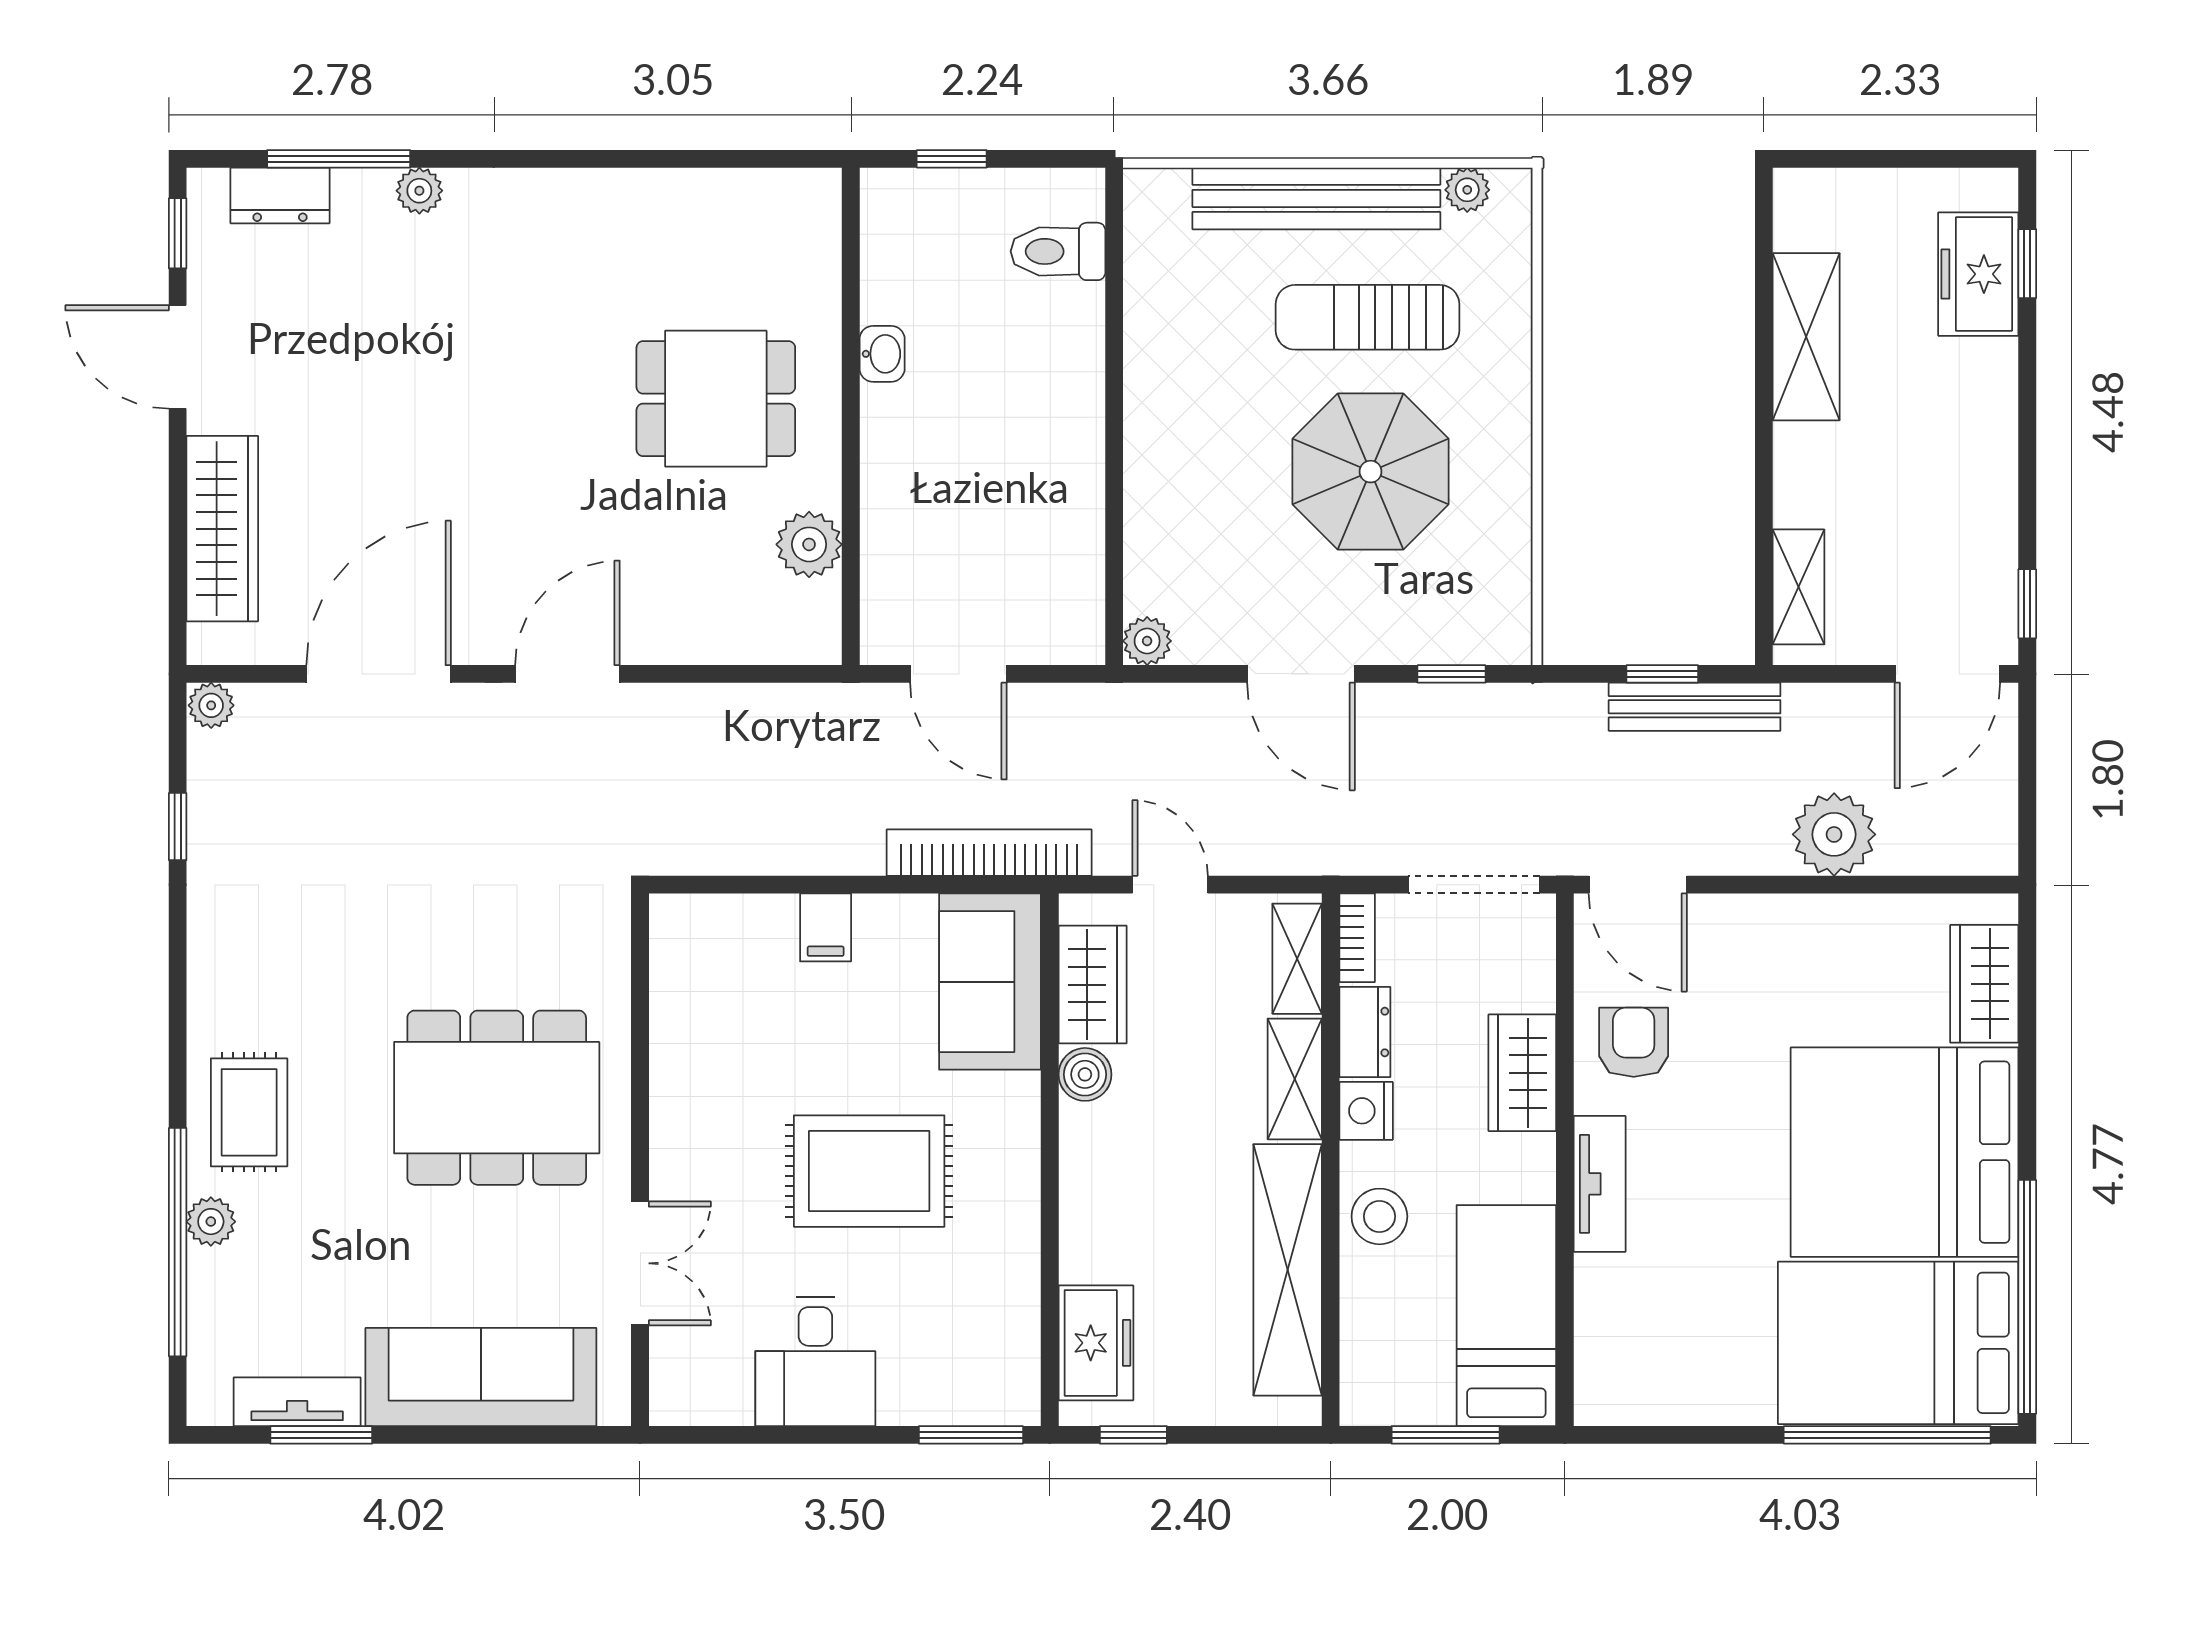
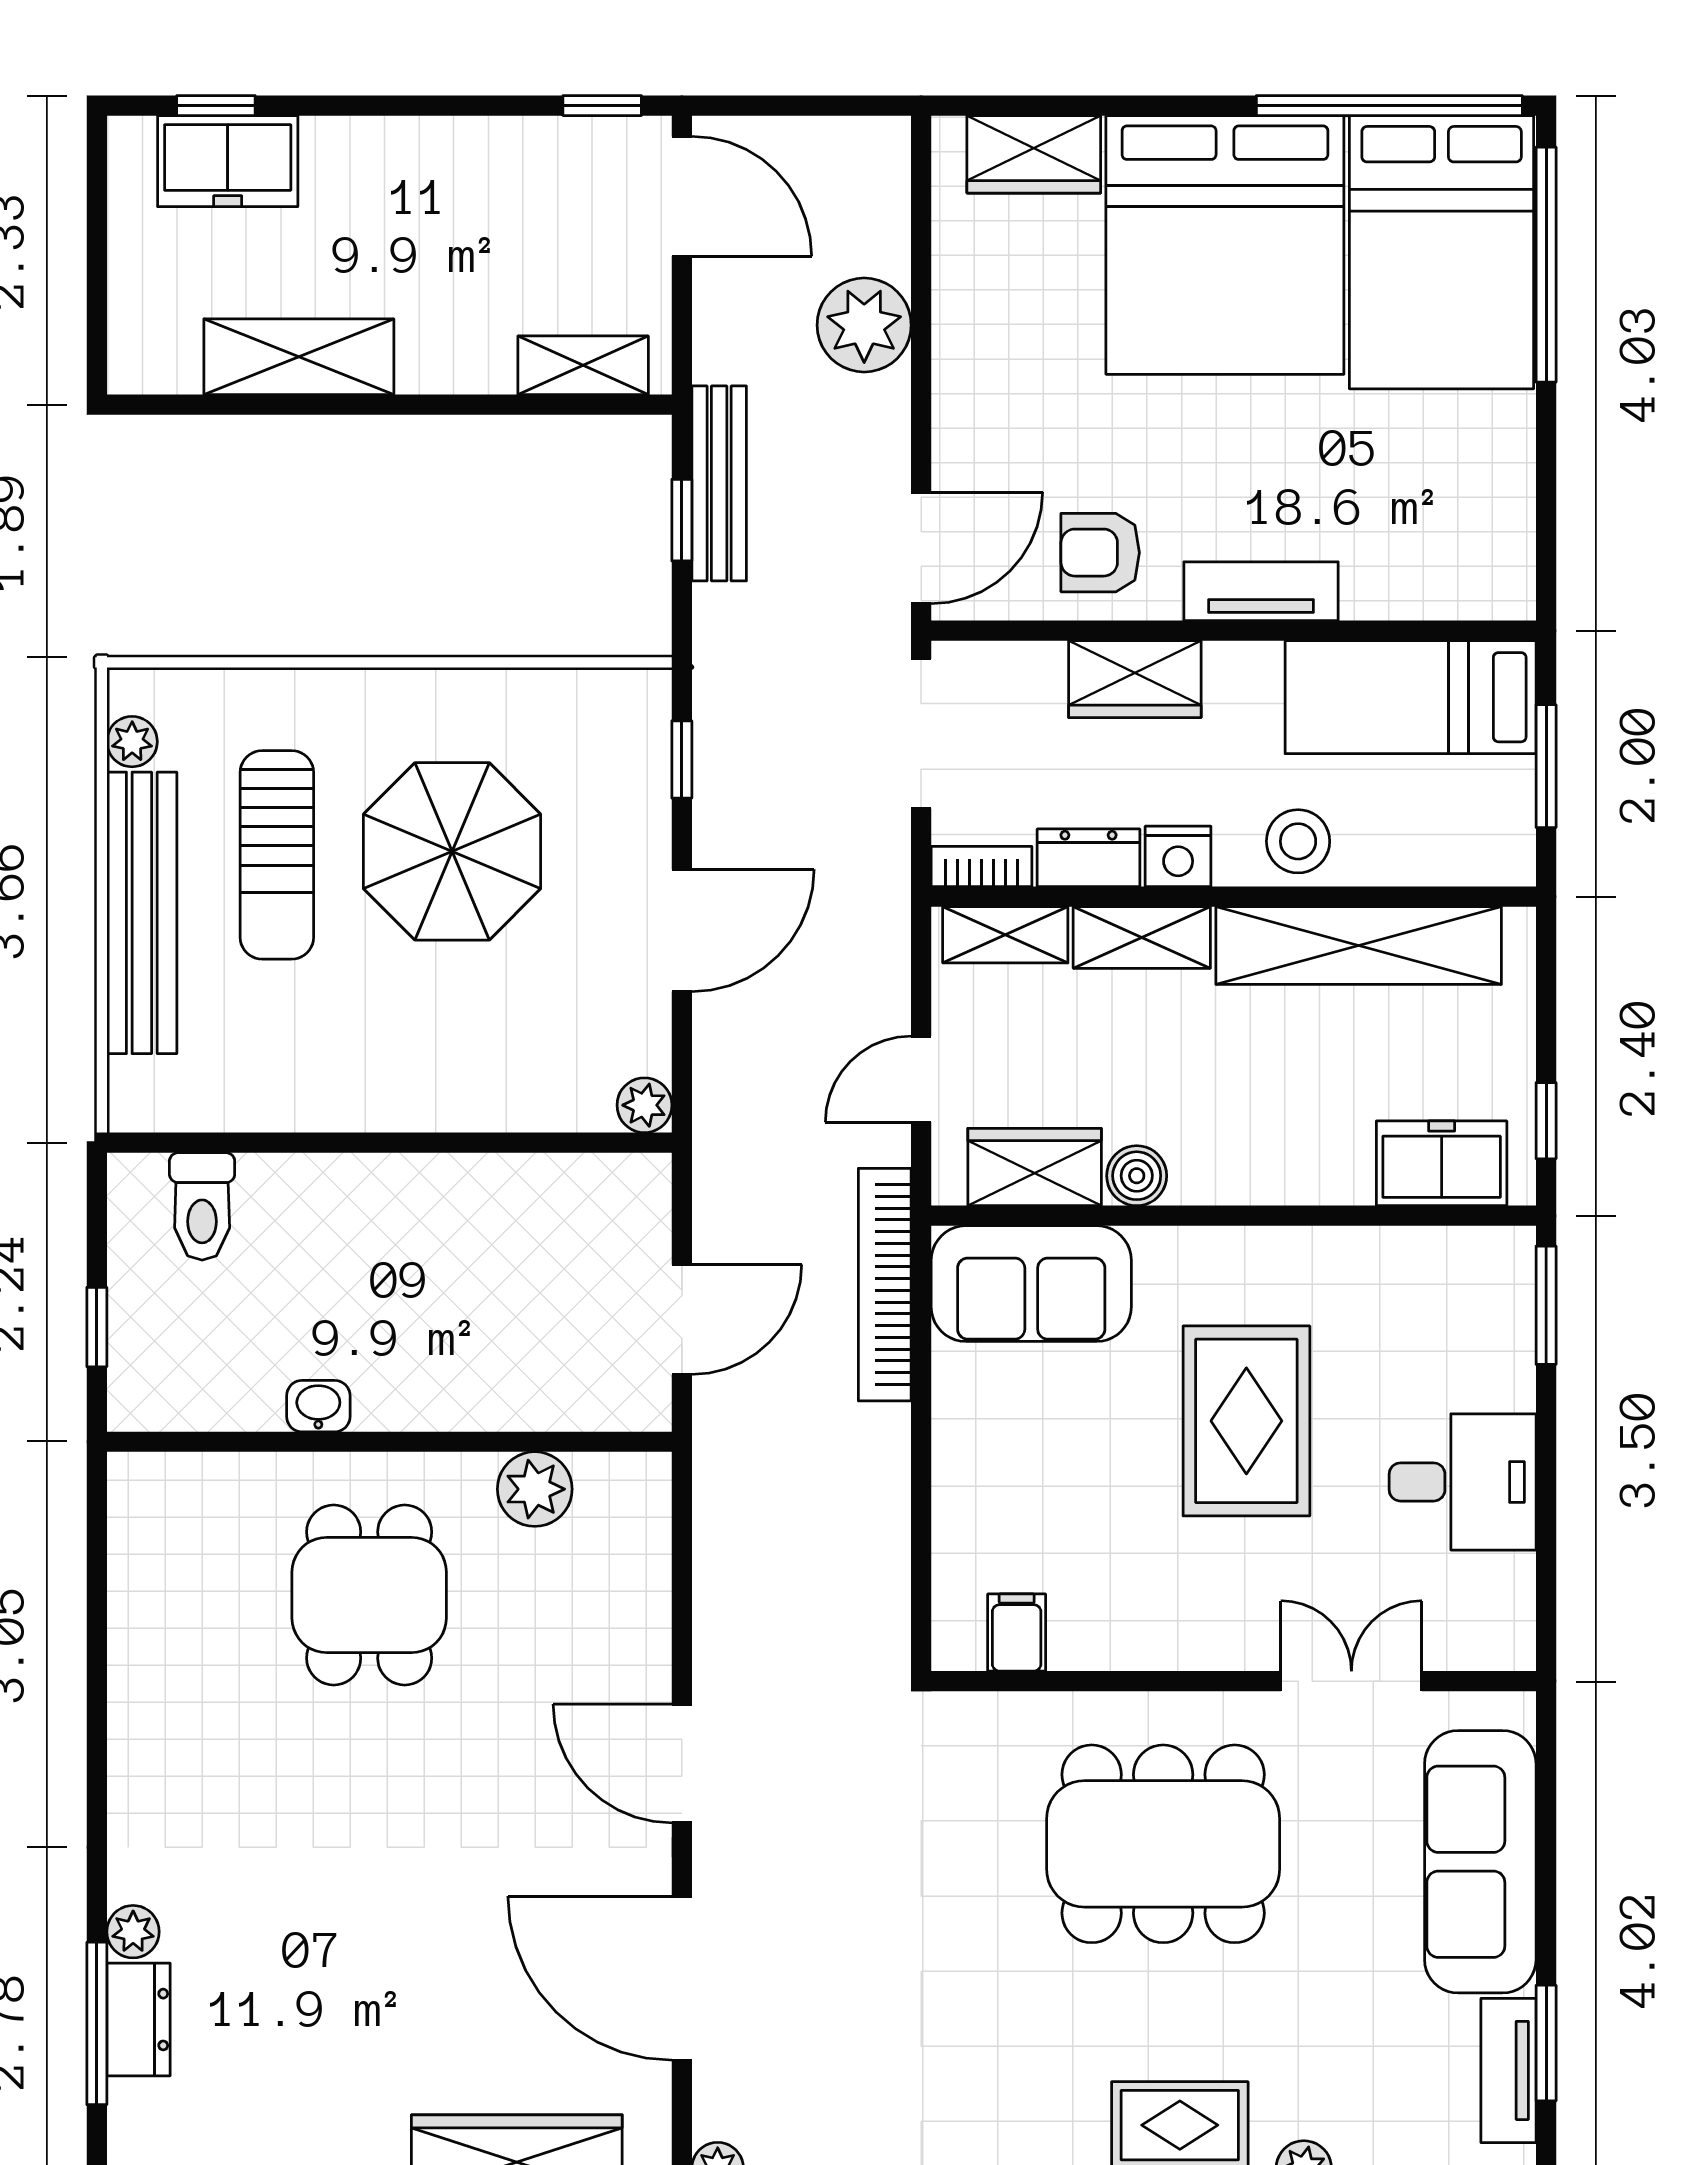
dresser: (280, 195) -> (138, 2020), moved
filing cabinet: (826, 927) -> (1017, 1632), moved, turned -90
dining table: (497, 1098) -> (1163, 1844), turned 90

